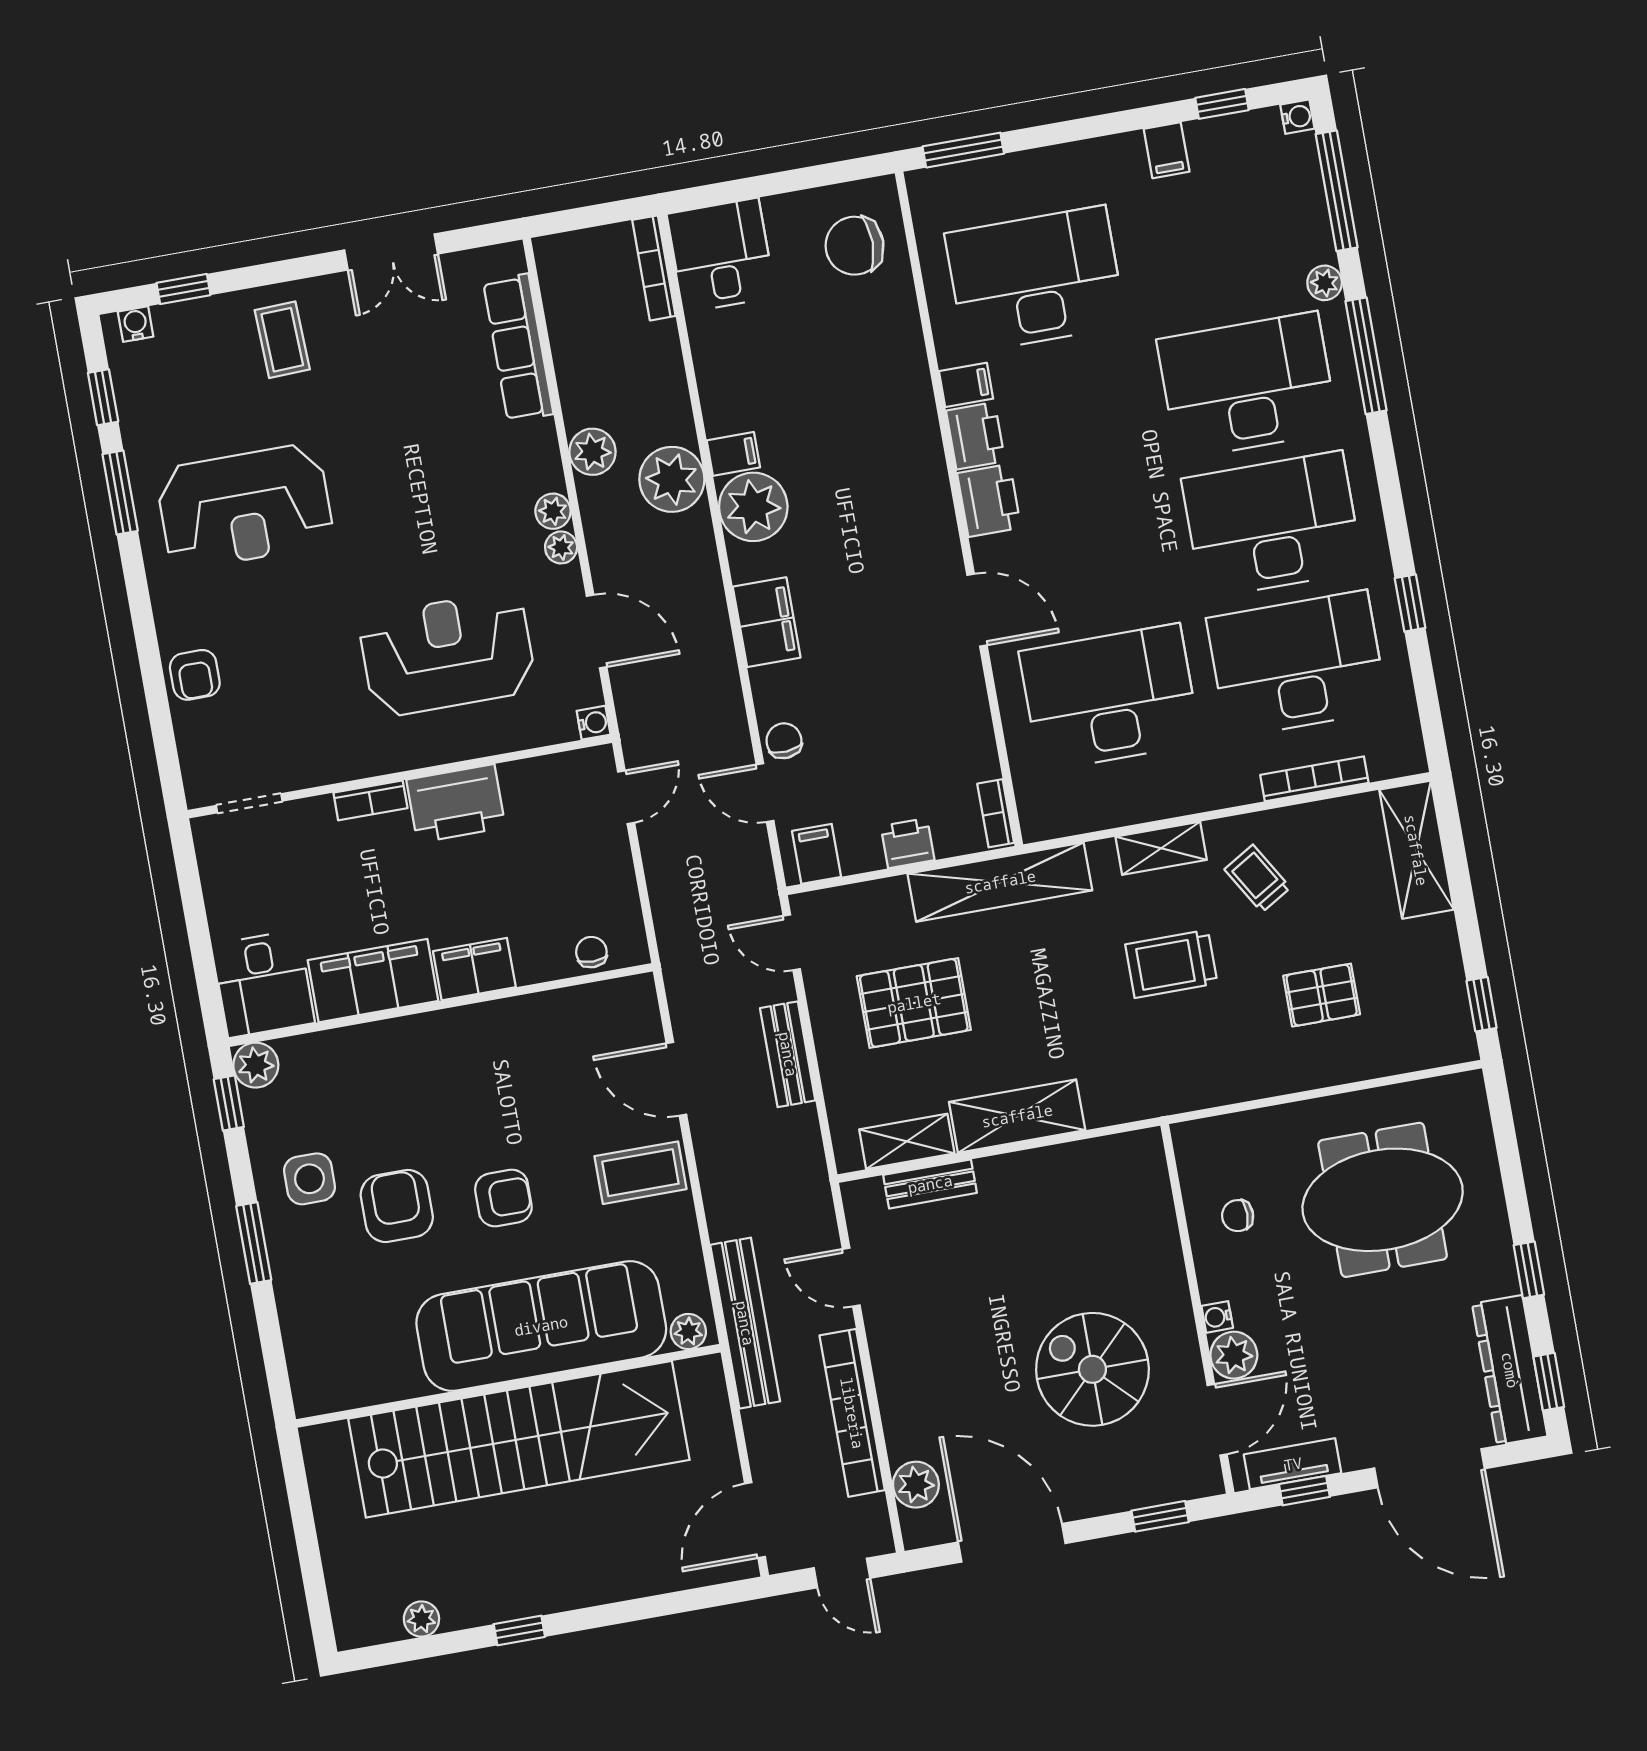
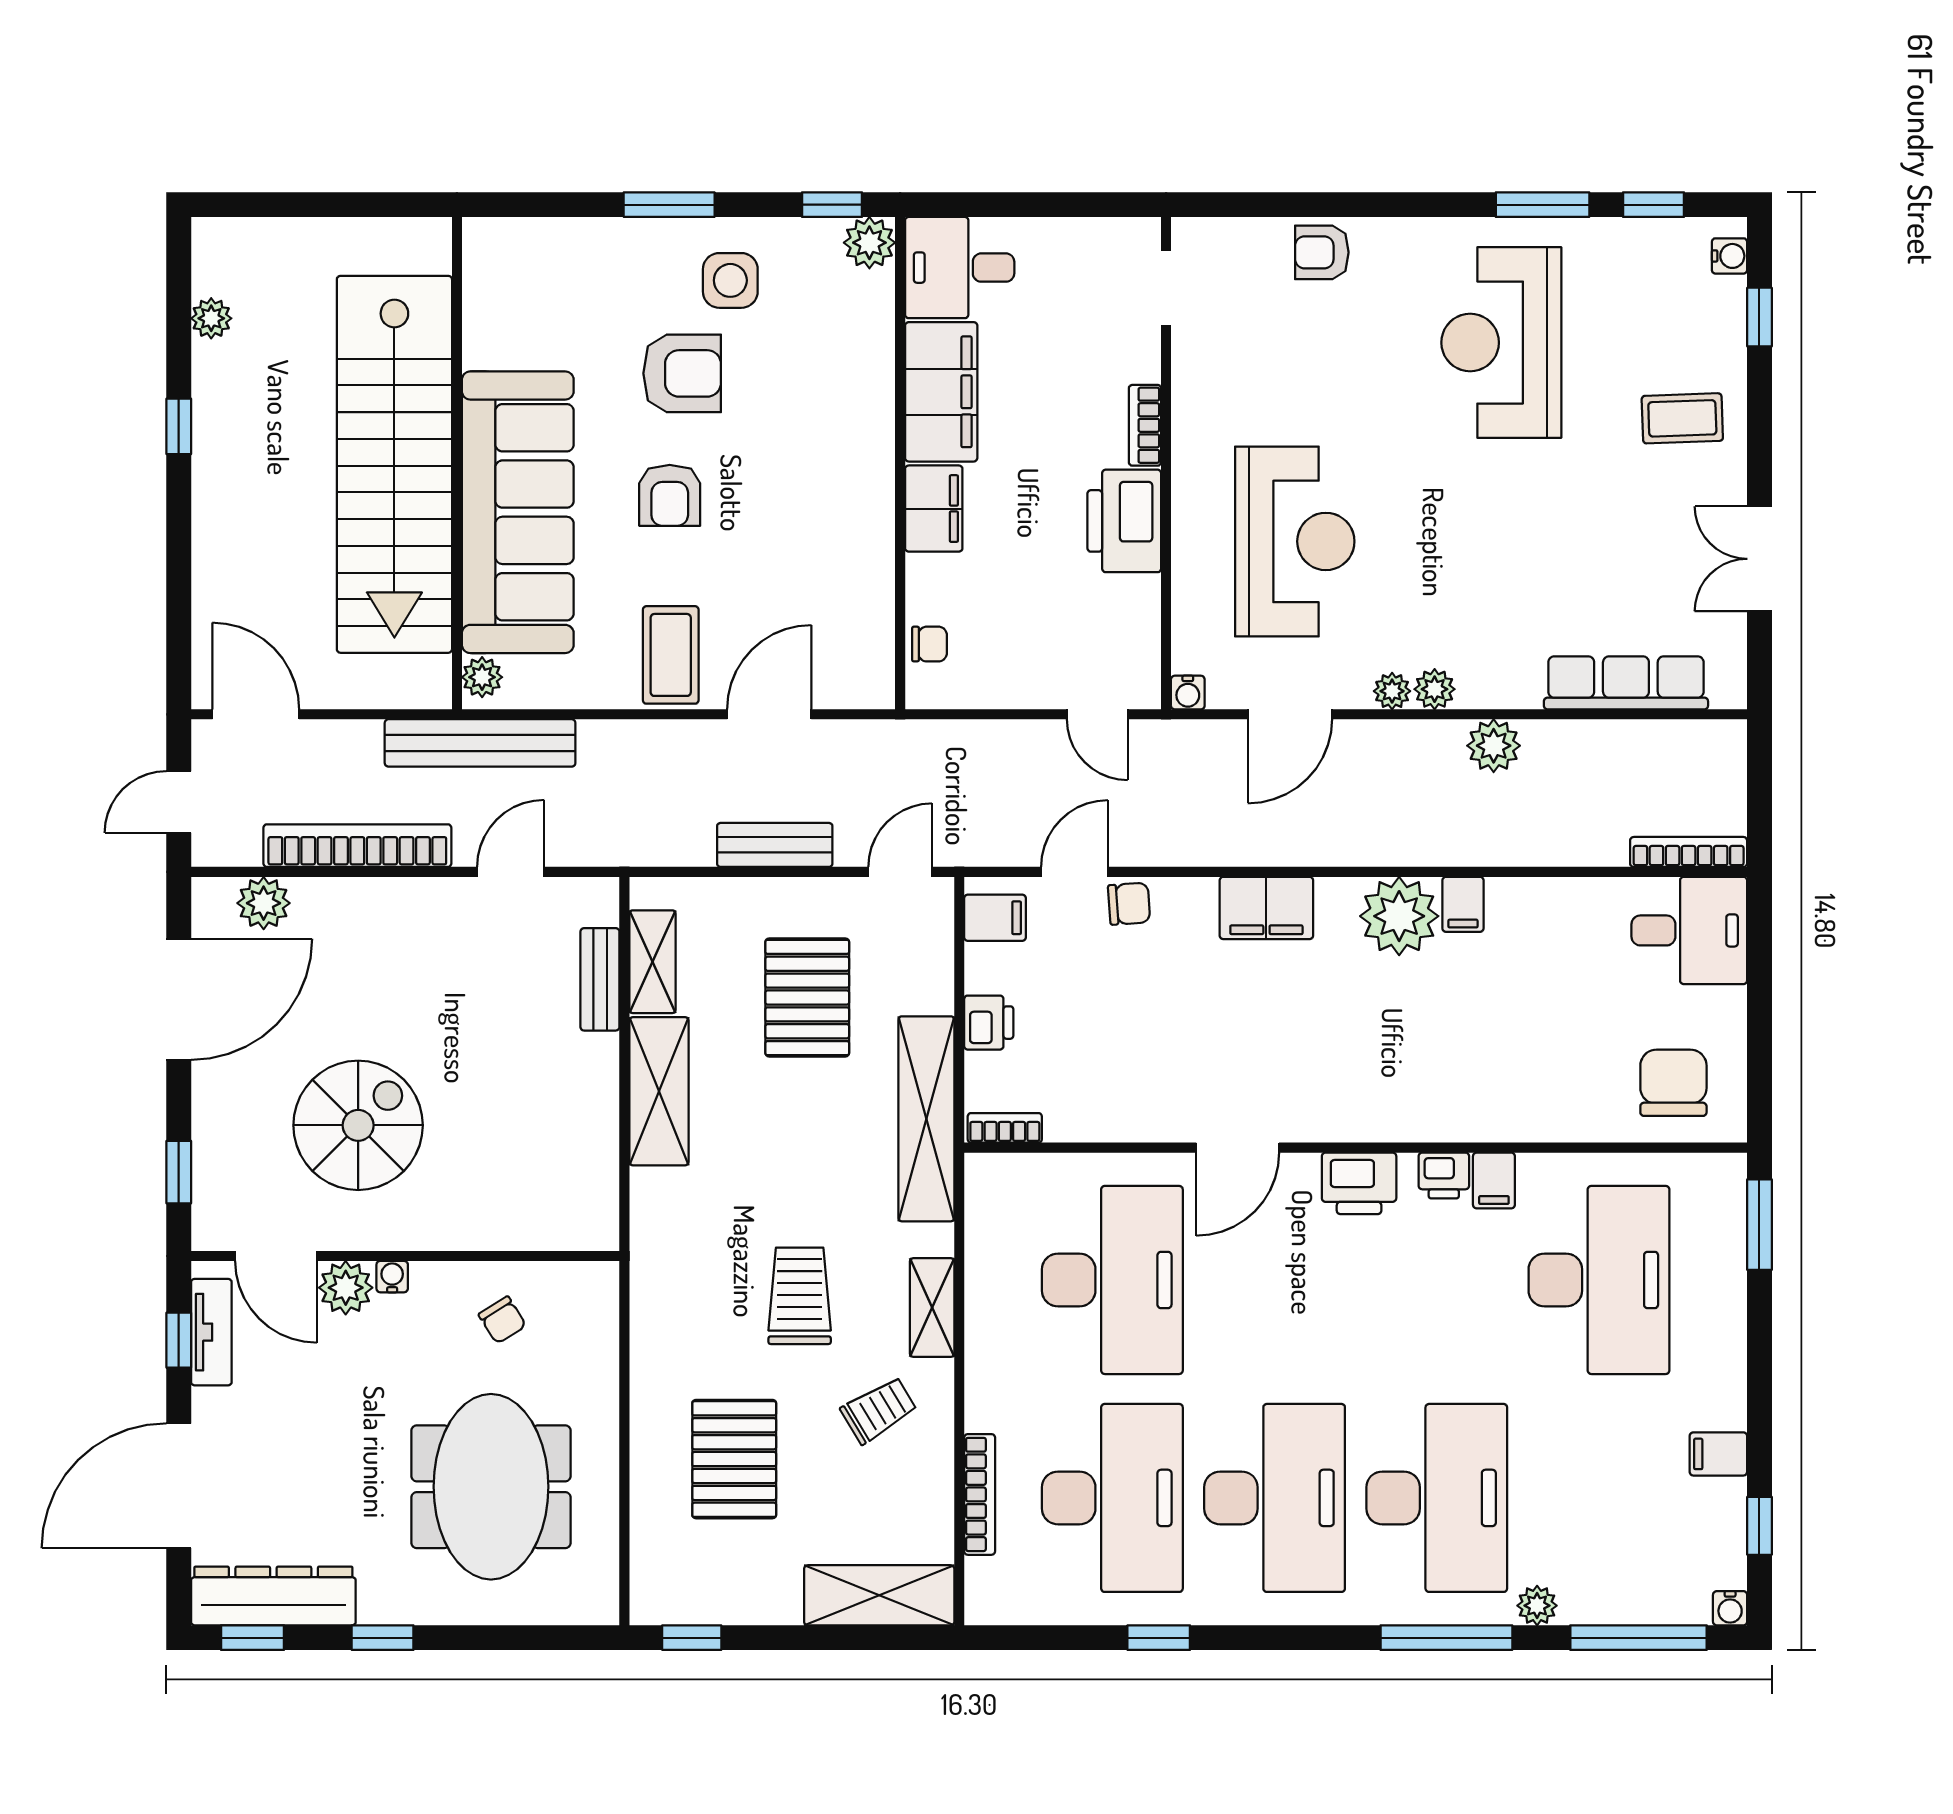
printer: (976, 436) -> (1444, 1176), width x0.73, depth x0.81
plant: (672, 479) -> (1447, 830), removed
pallet: (1322, 995) -> (734, 1459), width x1.50, depth x1.42
chair: (1238, 1216) -> (502, 1320), turned 148

